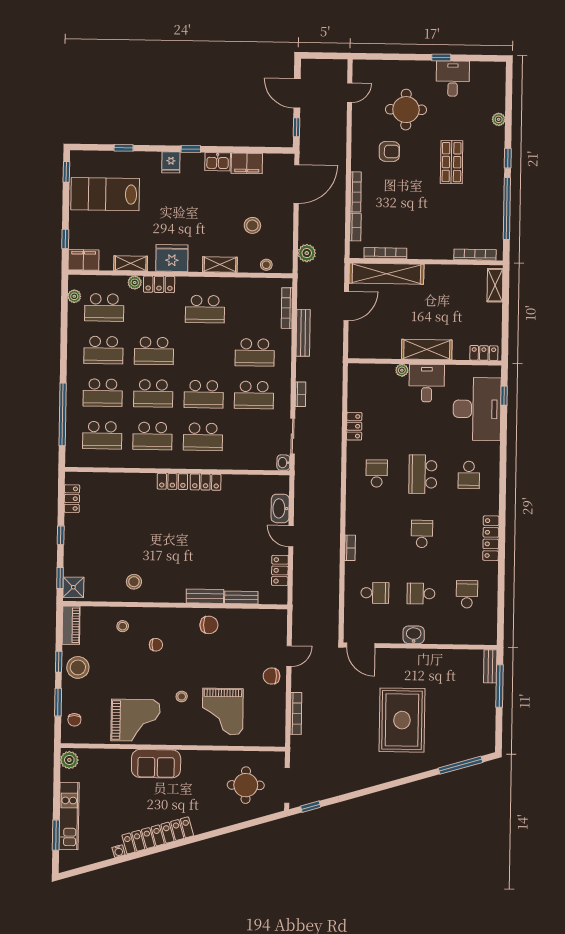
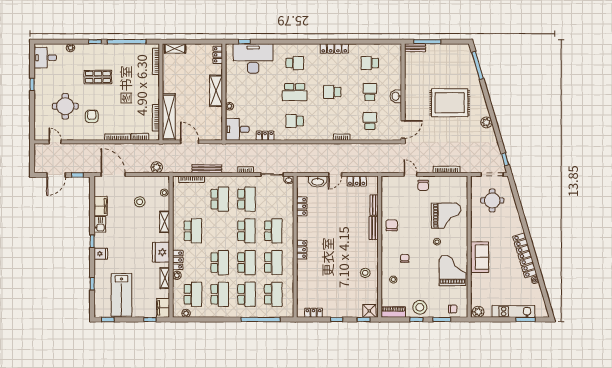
desk: (453, 79) -> (45, 58), moved
desk: (427, 383) -> (237, 129), moved
locker: (206, 482) -> (302, 206), moved
school desk: (421, 594) -> (370, 92), turned 180
plant: (370, 778) -> (486, 122), added

